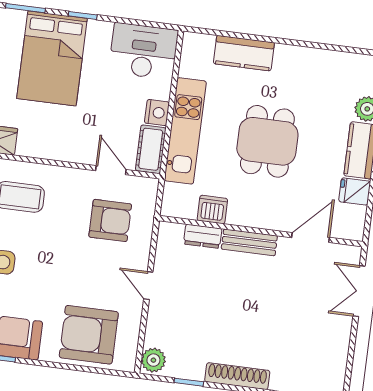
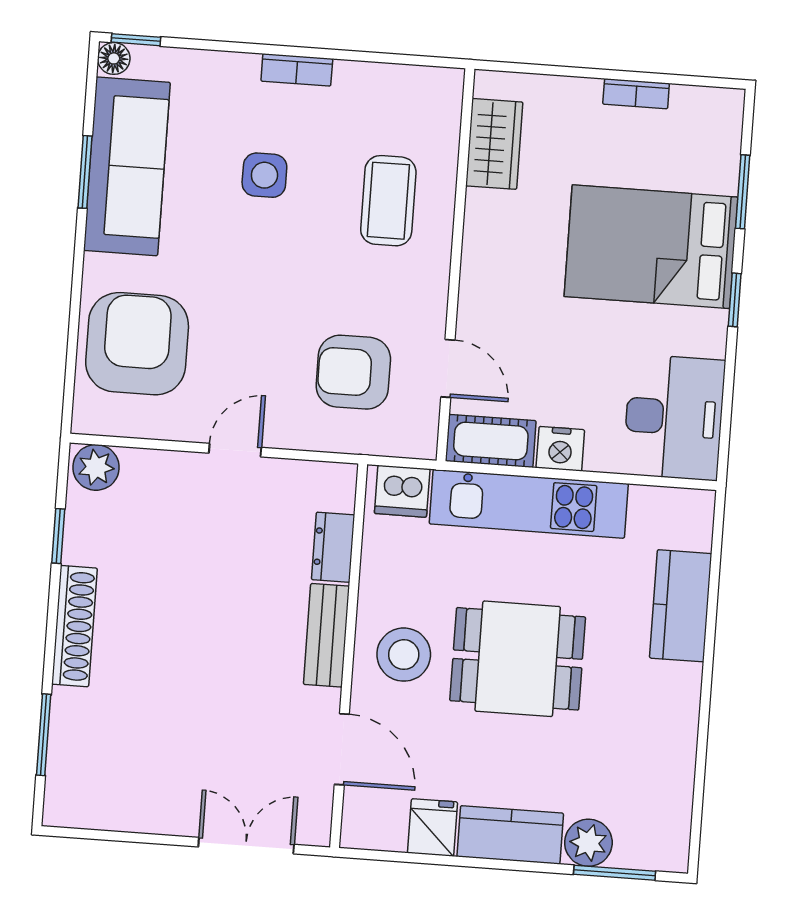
door: (111, 170) -> (448, 368), hinge flipped
stool: (262, 202) -> (404, 655), added
dishwasher: (212, 210) -> (402, 491), moved, turned 90
armchair: (110, 220) -> (353, 372), turned 90

